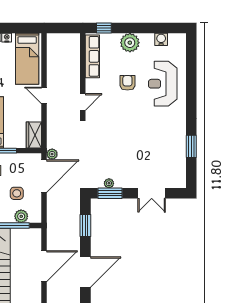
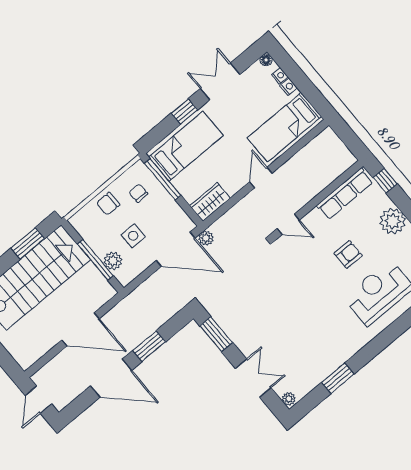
plant: (109, 183) -> (289, 399), moved
double door: (152, 193) -> (253, 378), swing flipped
window: (85, 226) -> (149, 346), moved

